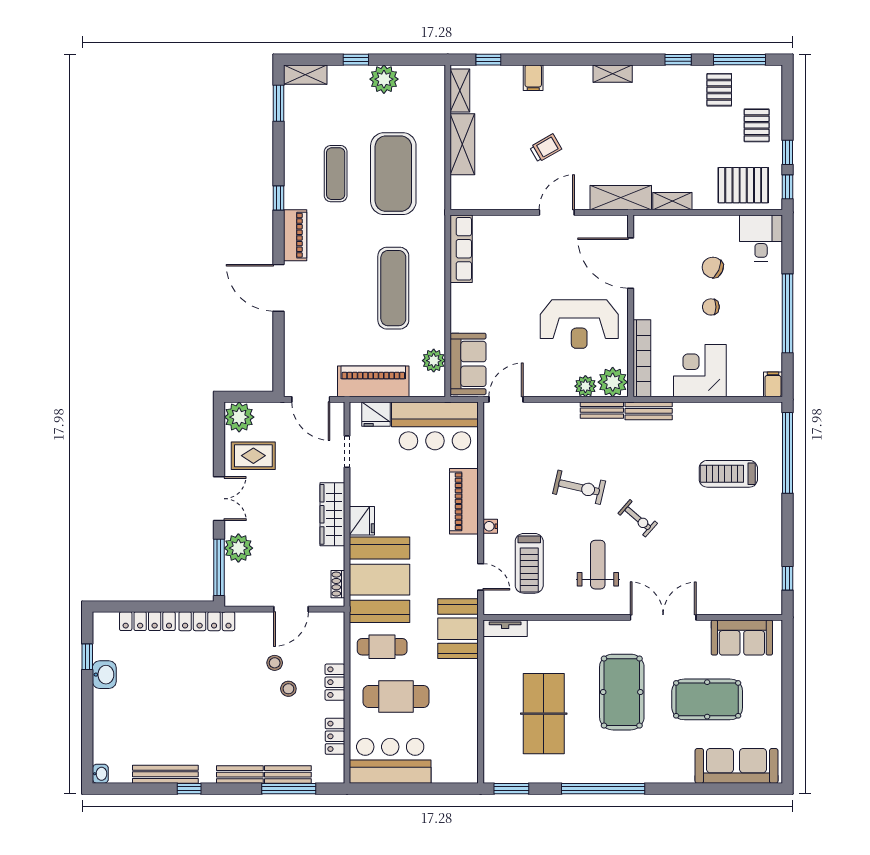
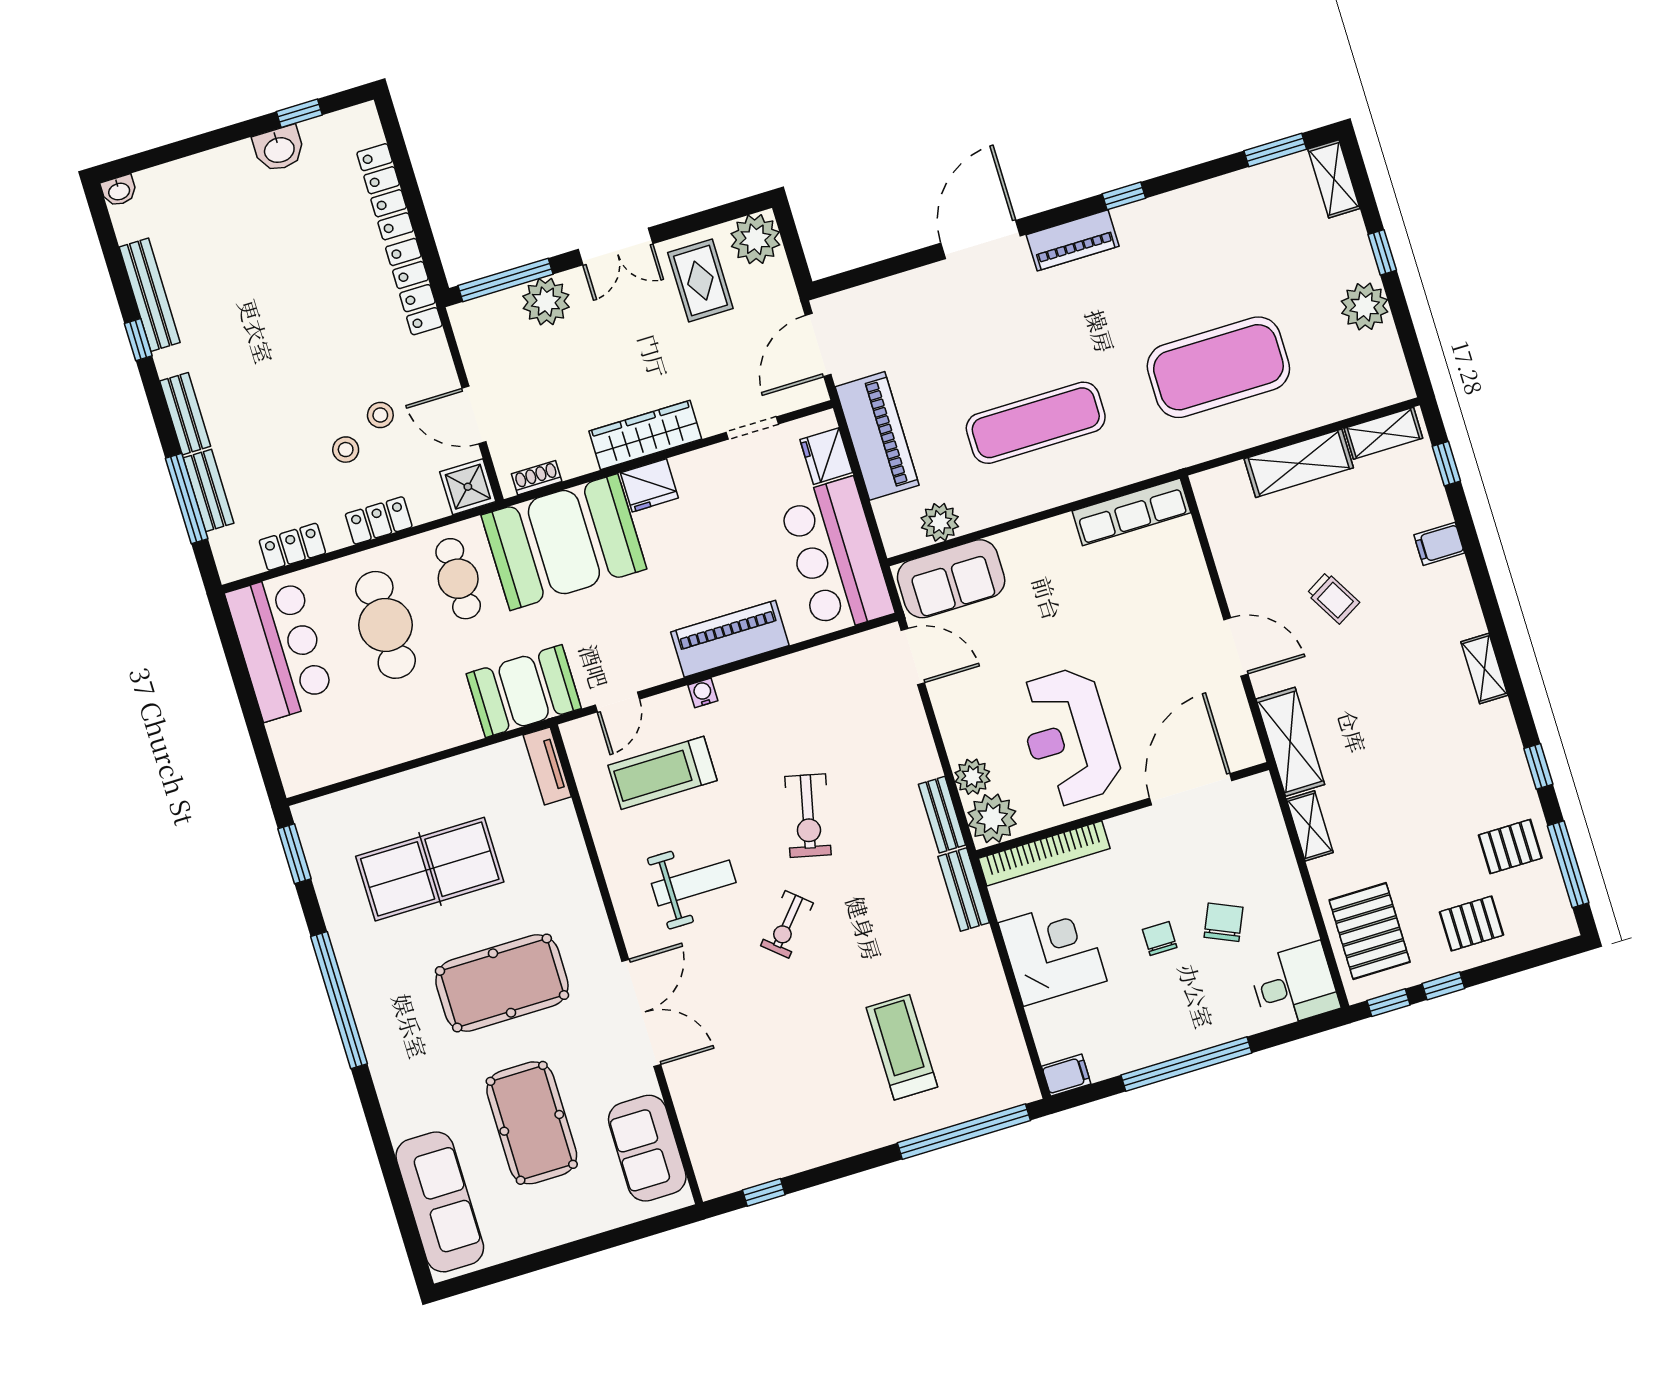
exercise mat: (336, 174) -> (1190, 275), removed
shower: (331, 625) -> (468, 487), added

